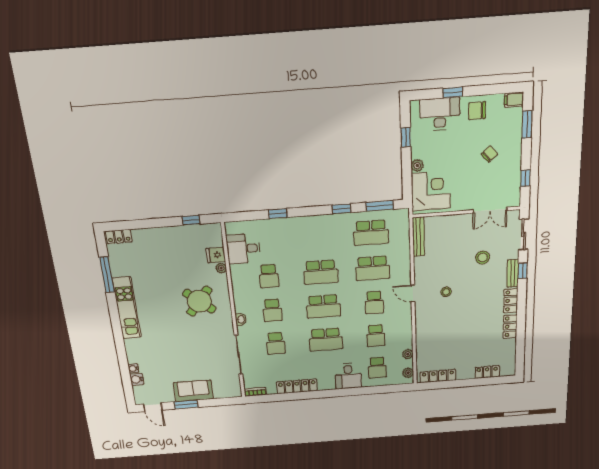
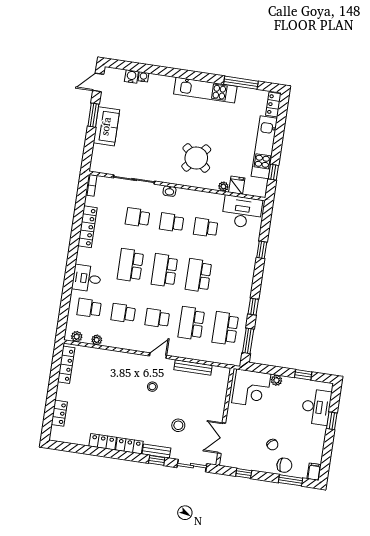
chair: (477, 111) -> (284, 465), moved, turned 90
kitchen unit: (167, 236) -> (264, 147), added
bench: (418, 237) -> (193, 367), moved
desk: (243, 249) -> (242, 212), width x1.37

